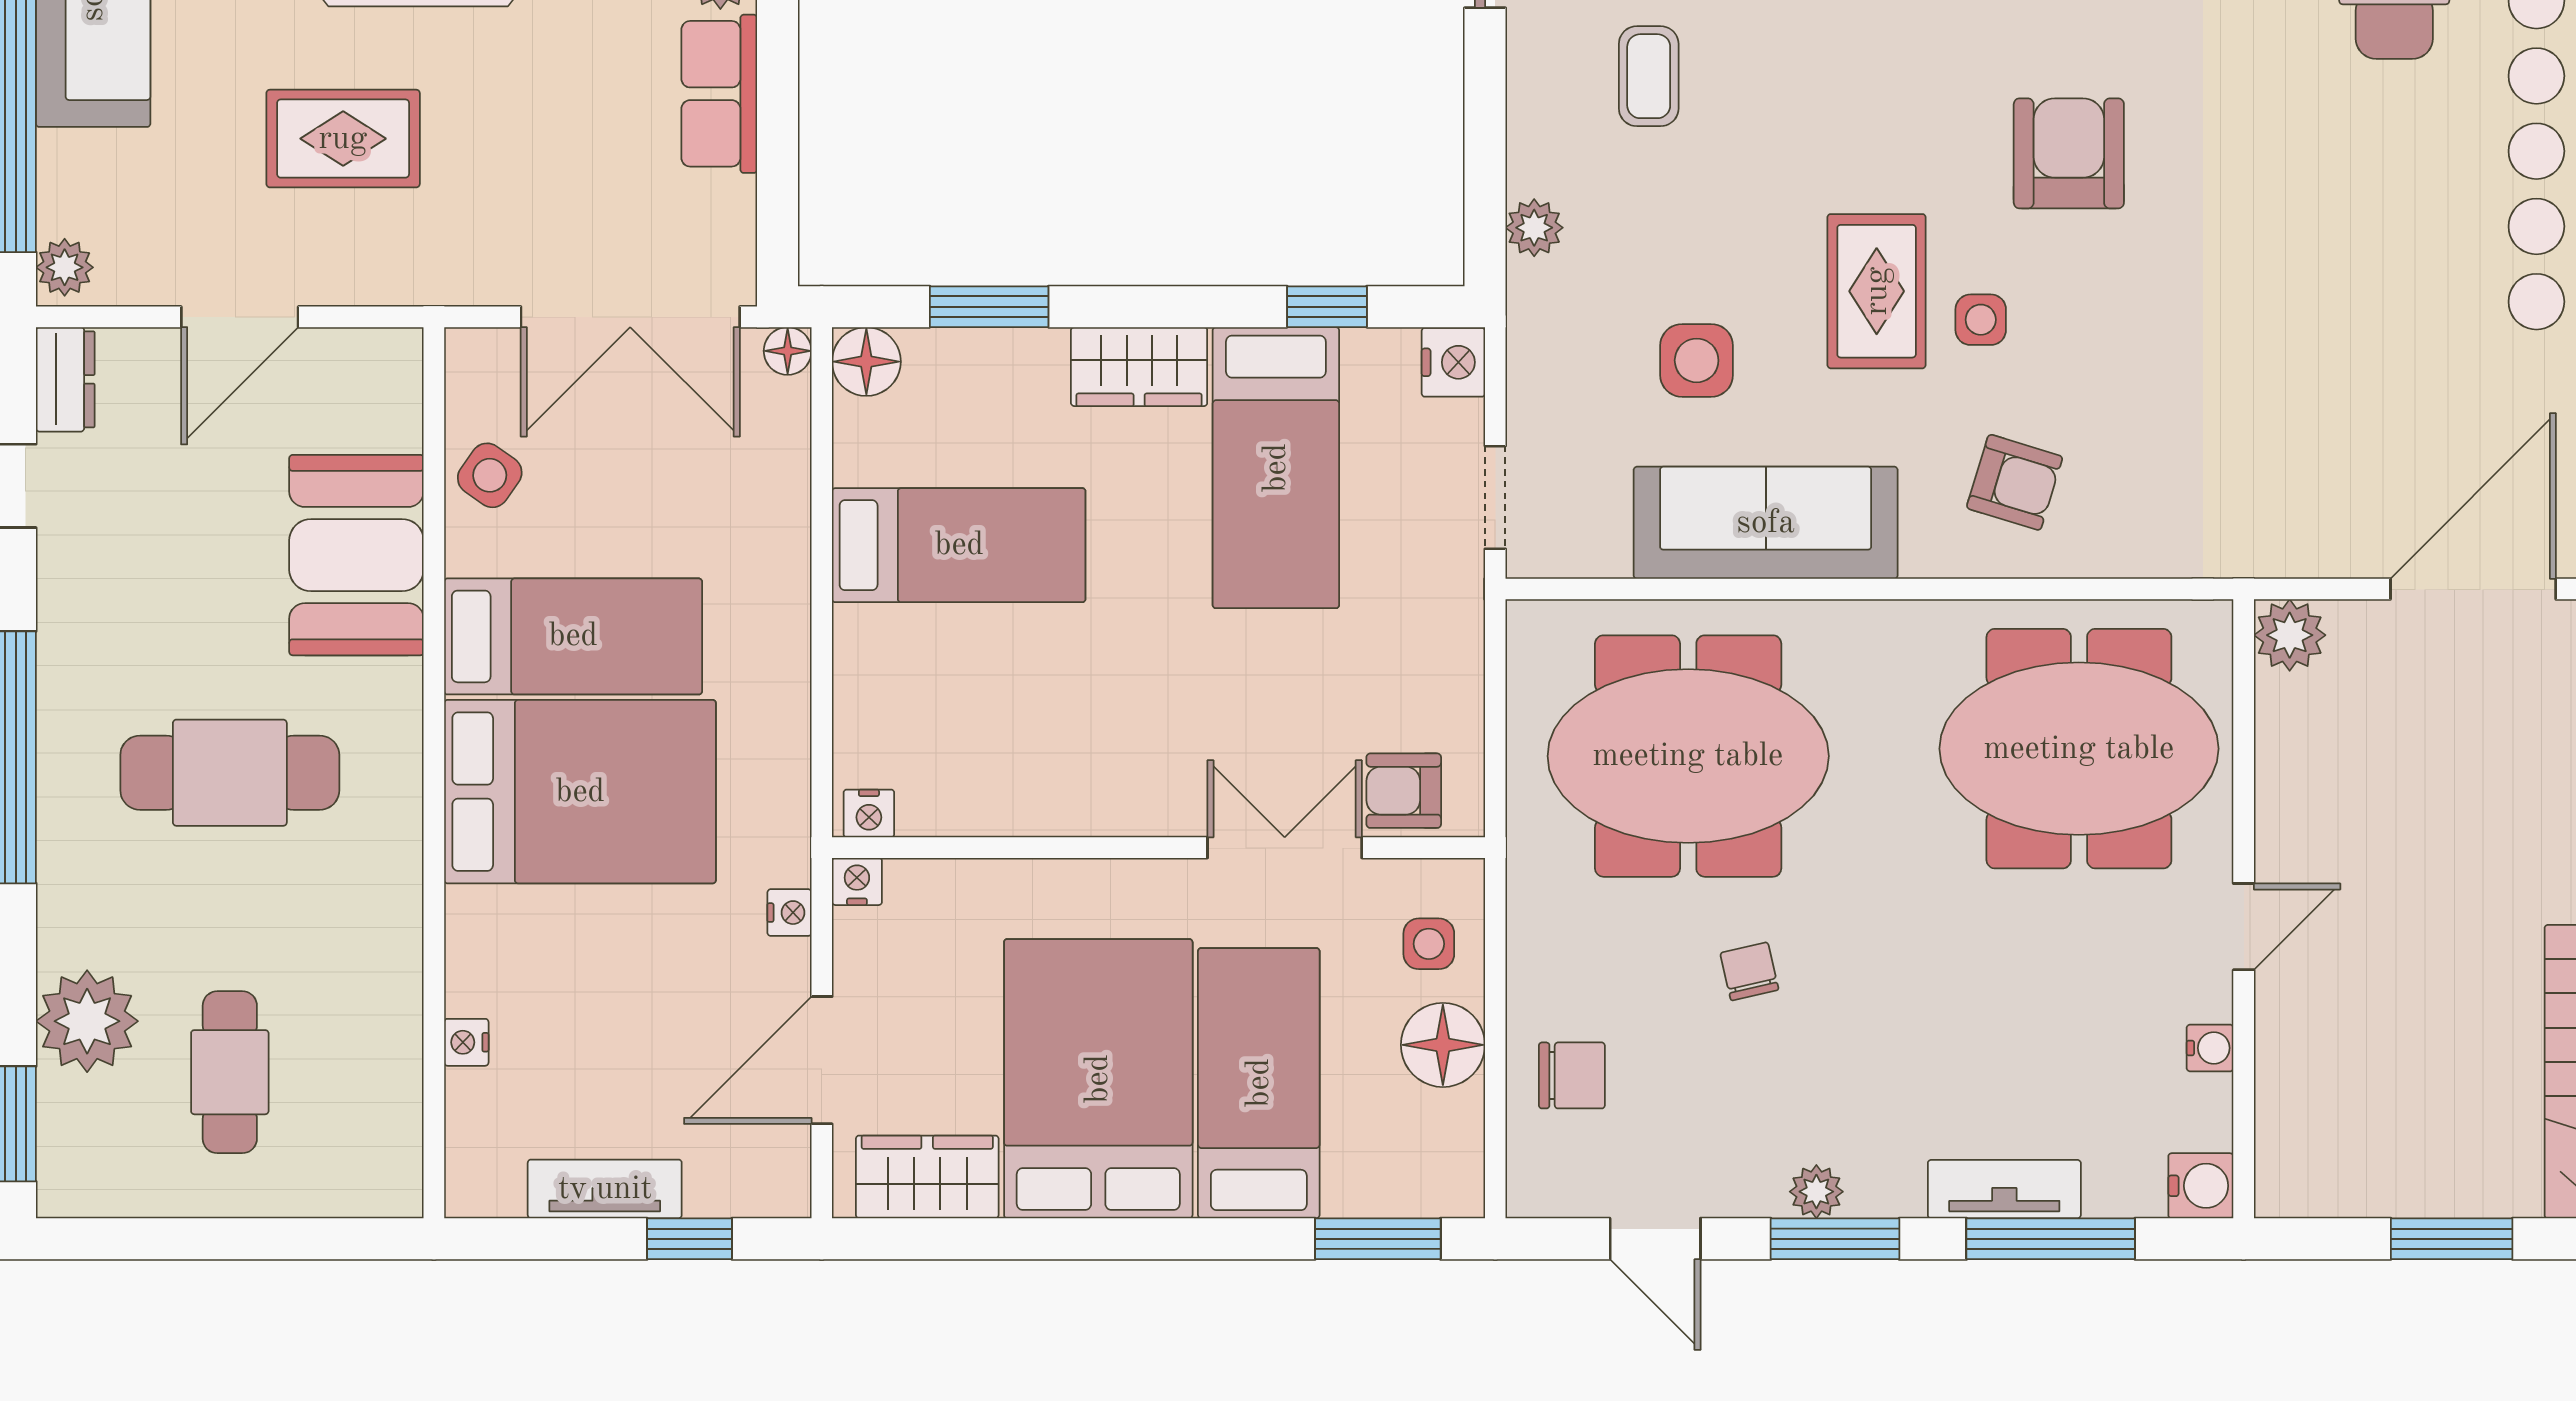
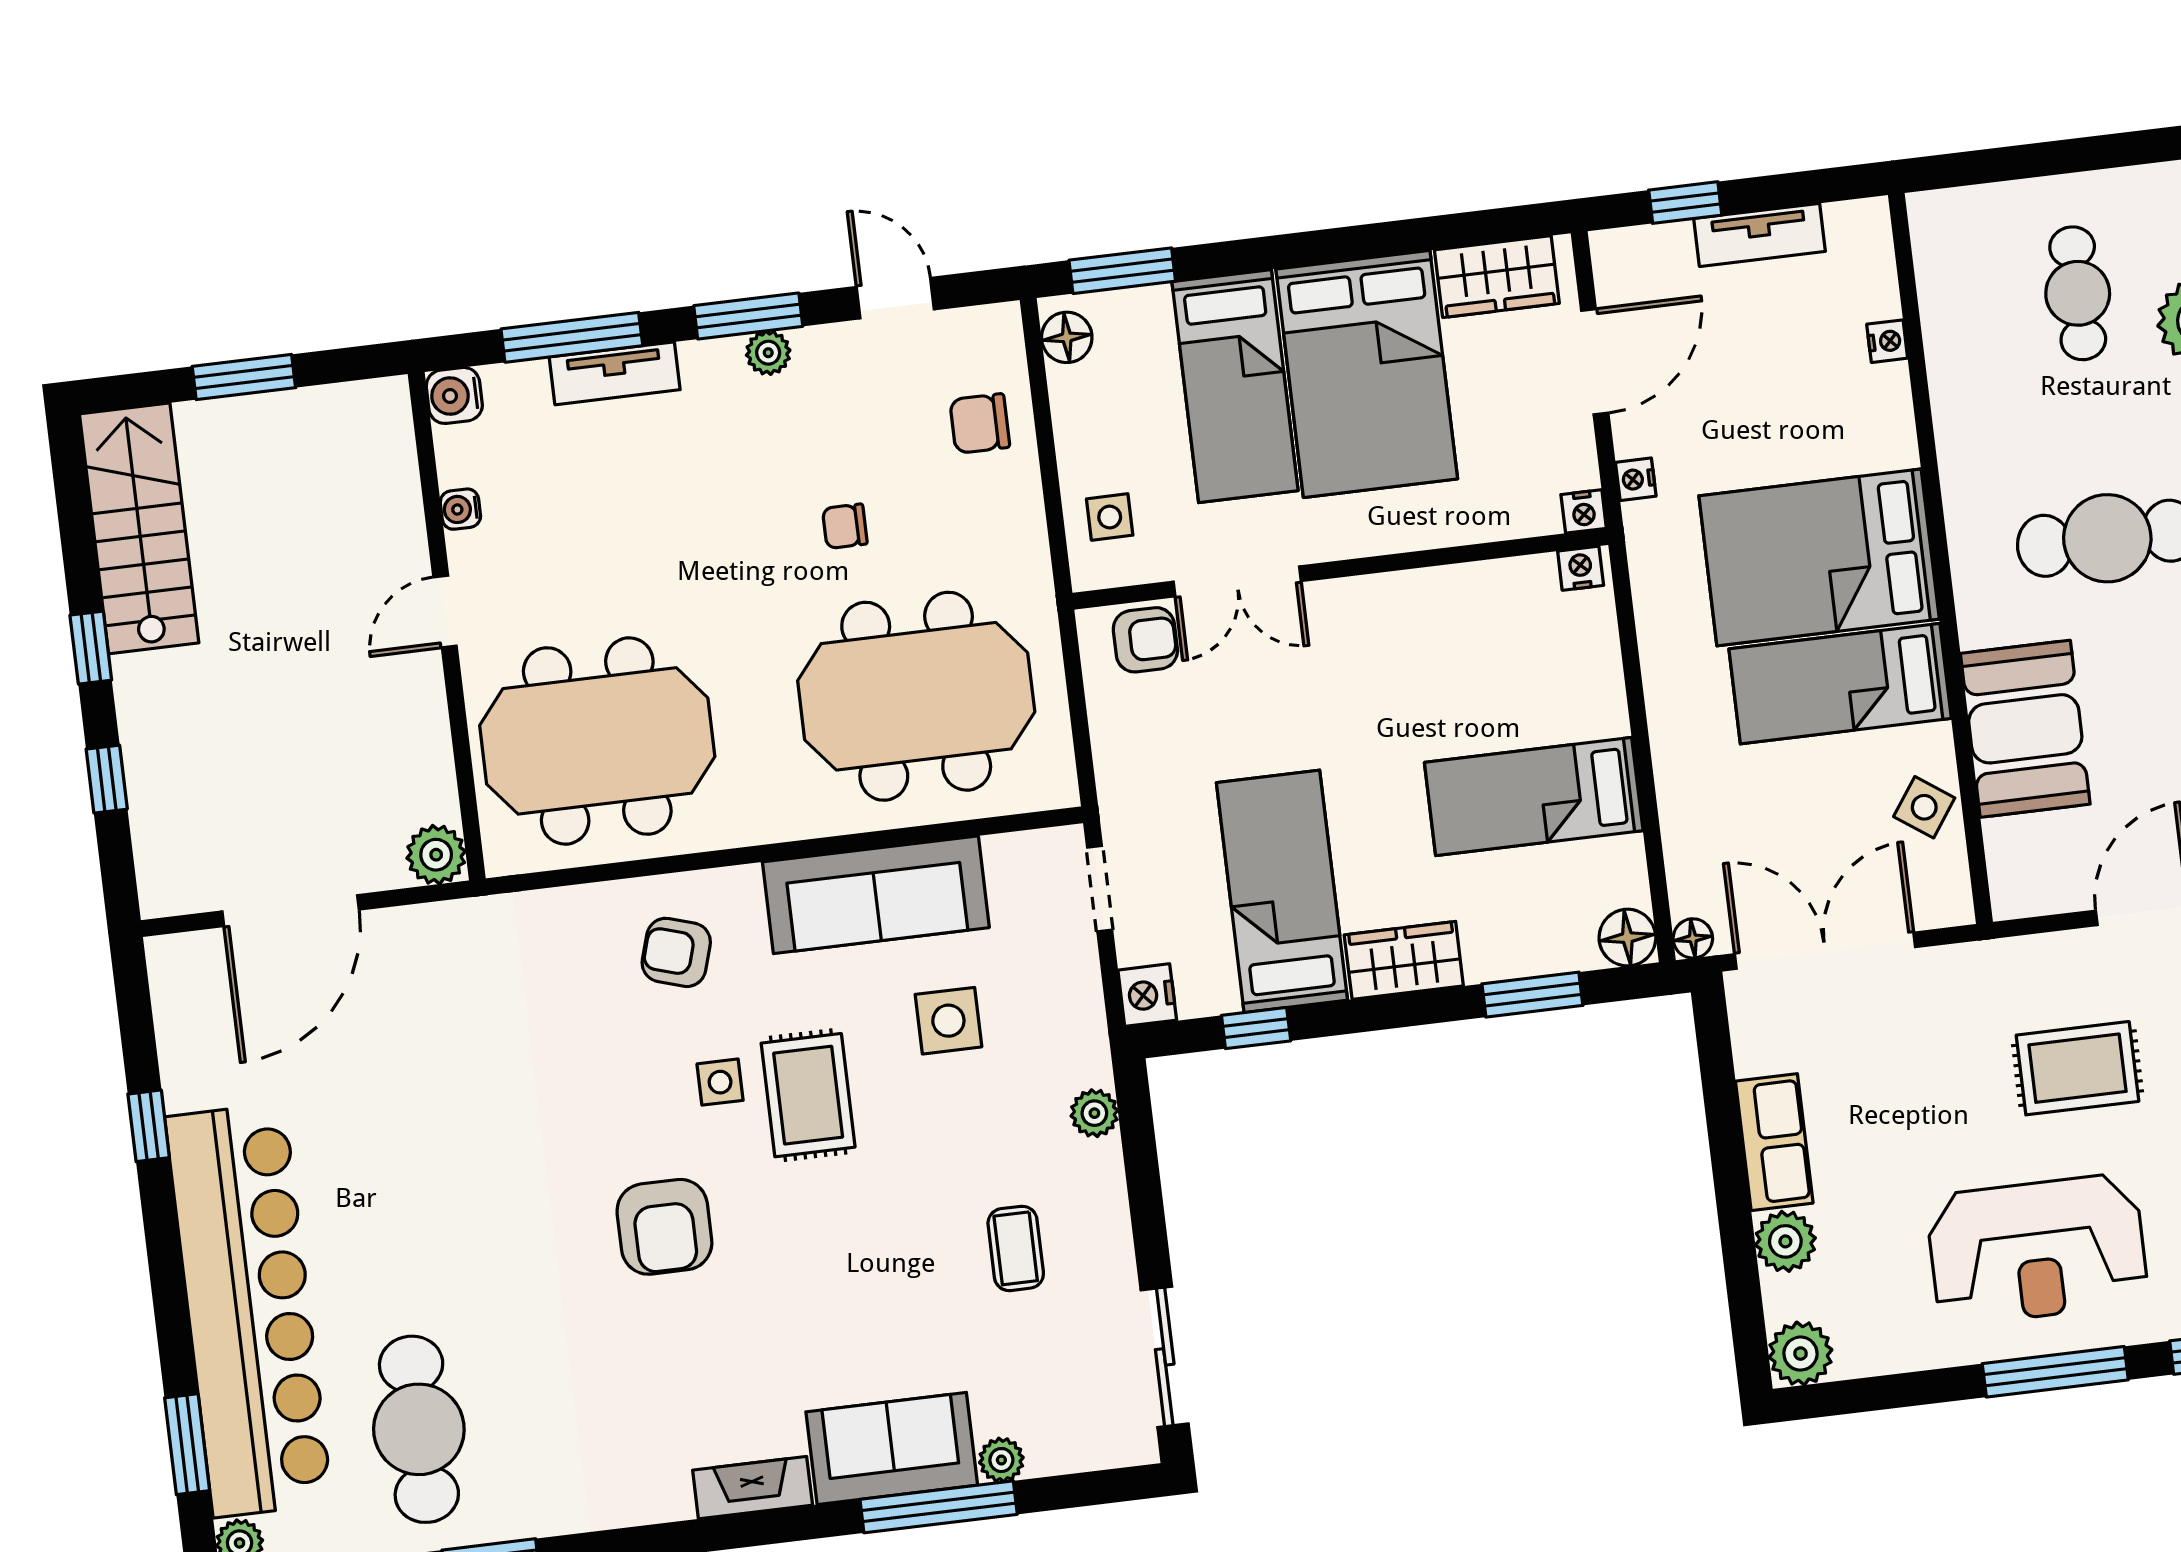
chair: (1749, 971) -> (845, 526), turned 103
floor lamp: (1443, 1045) -> (1067, 337), moved, width x0.73, depth x0.73

